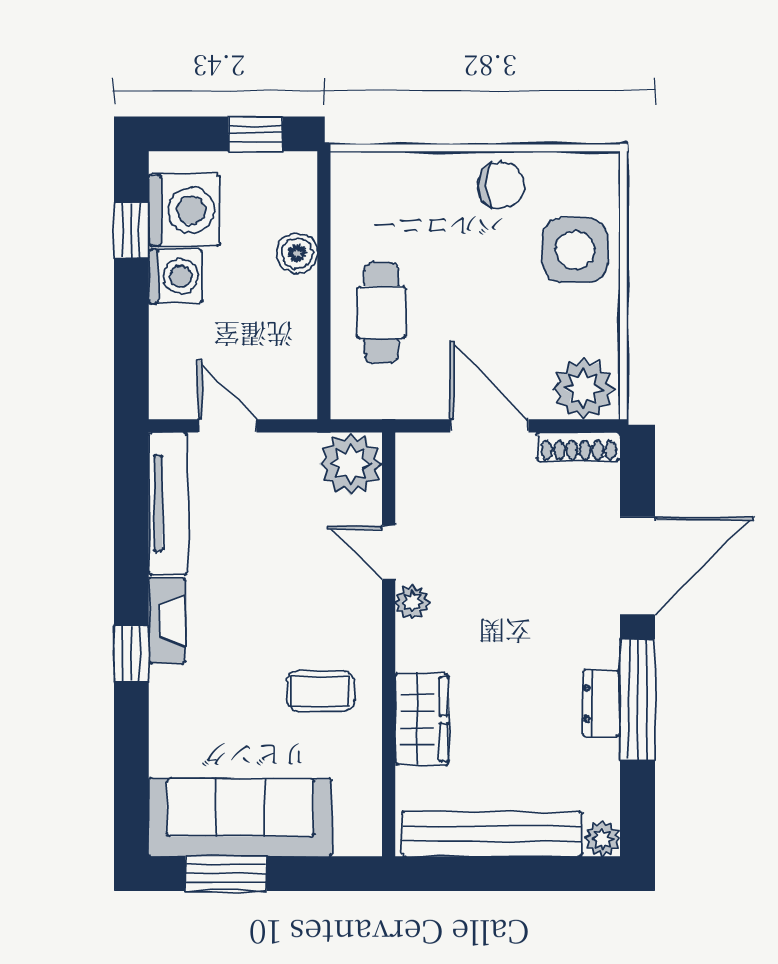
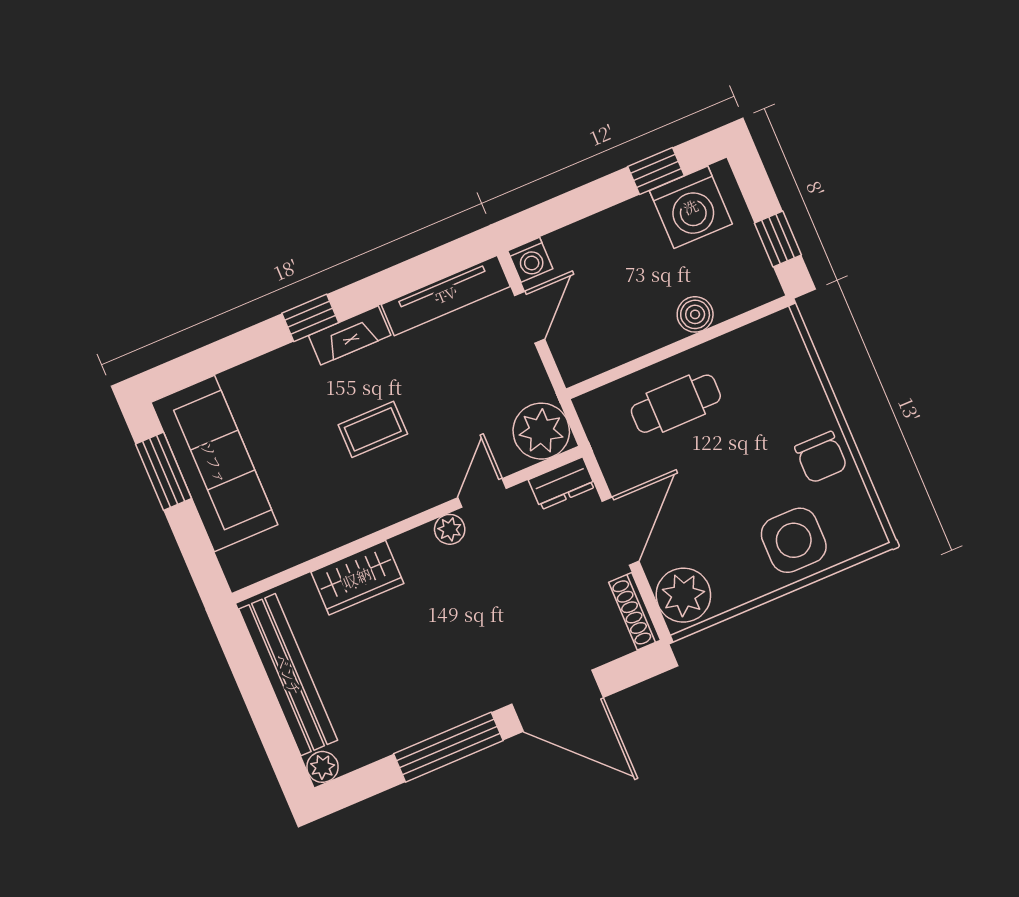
washing machine: (175, 276) -> (530, 260), moved, width x0.73, depth x0.73
coffee table: (321, 691) -> (373, 429), moved, turned 90
dresser: (601, 703) -> (562, 483), moved, turned 180

